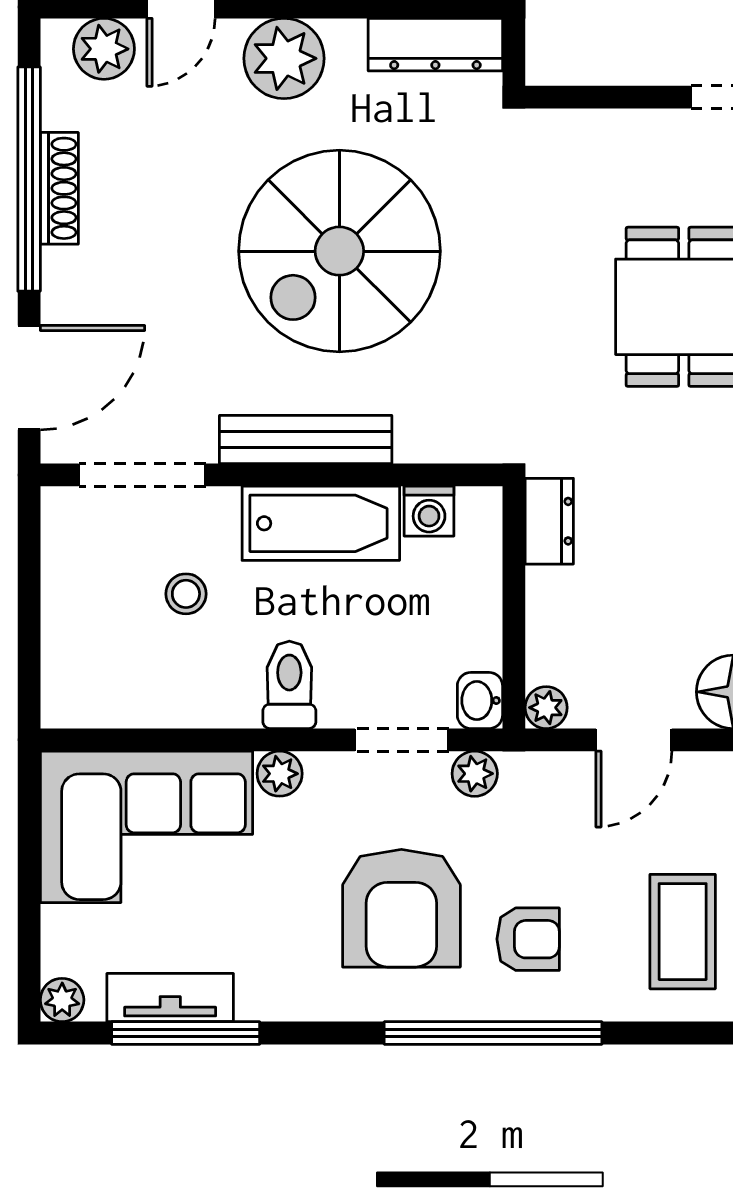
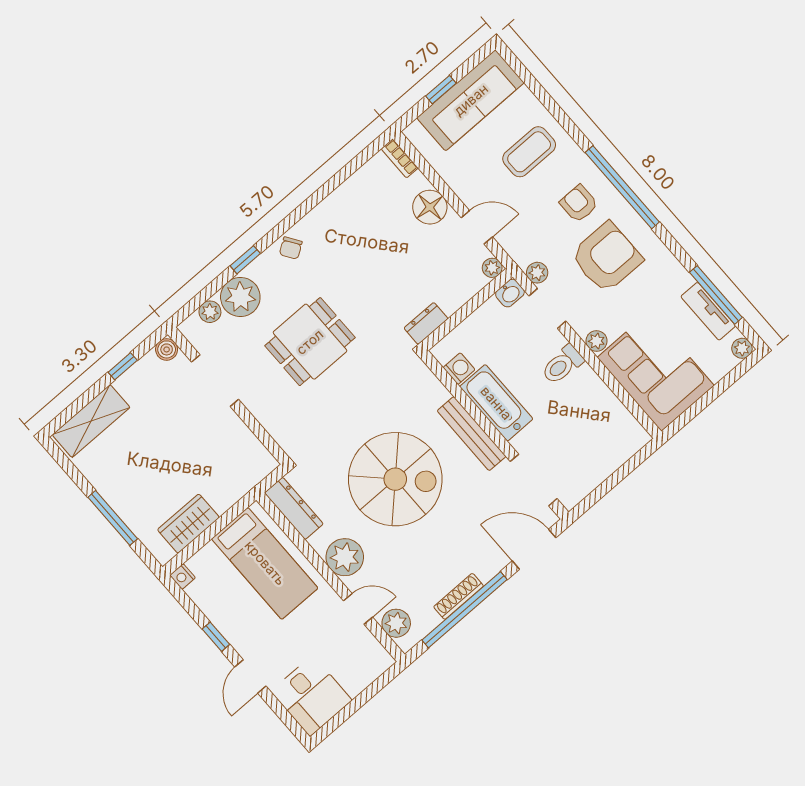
stool: (186, 594) -> (562, 429), removed

